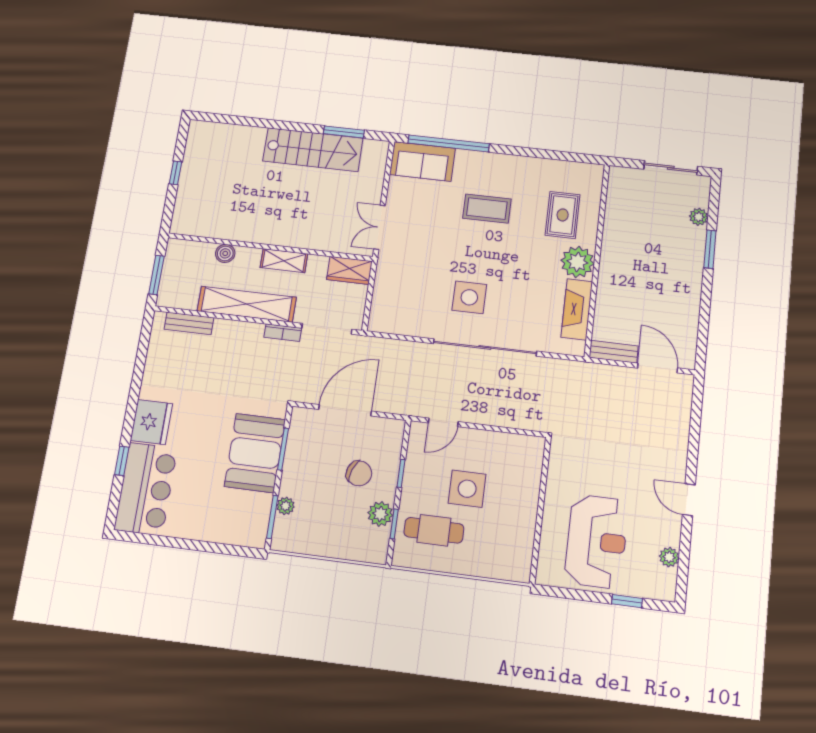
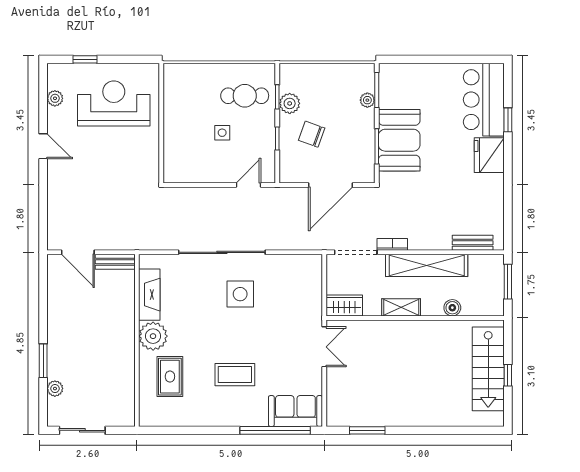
stairs: (313, 150) -> (488, 369), moved, turned -90
side table: (467, 489) -> (222, 133), width x0.54, depth x0.54
reception desk: (596, 541) -> (114, 103), turned 90

